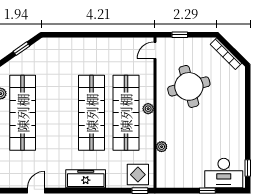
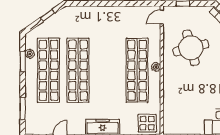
shop shelf: (92, 113) -> (78, 70), moved
plant: (162, 147) -> (168, 99), removed

